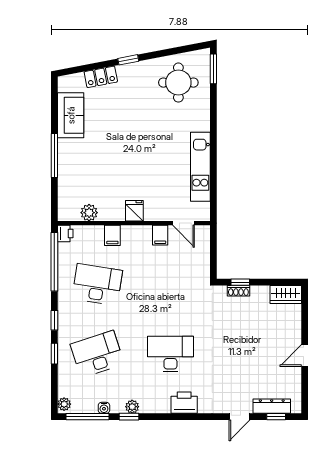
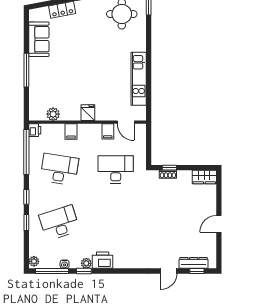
desk: (170, 354) -> (116, 169), moved
printer: (184, 403) -> (103, 260), moved

